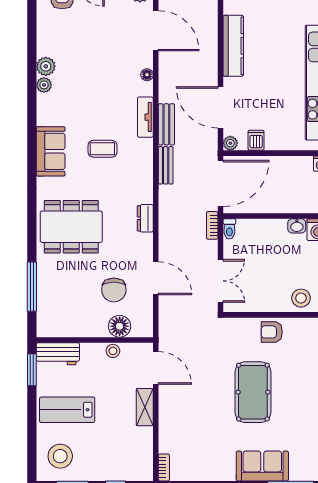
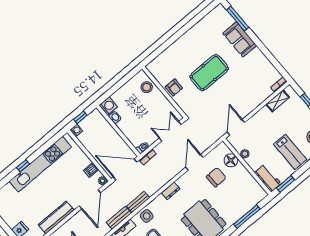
side table: (139, 161) -> (147, 216), added
shelving: (145, 407) -> (278, 101), moved

